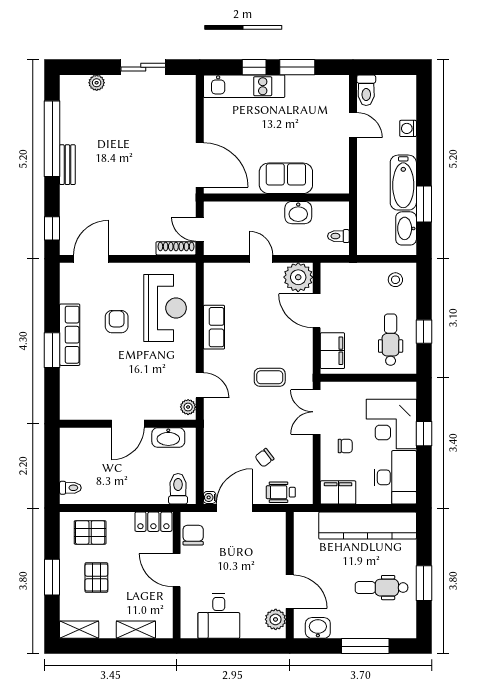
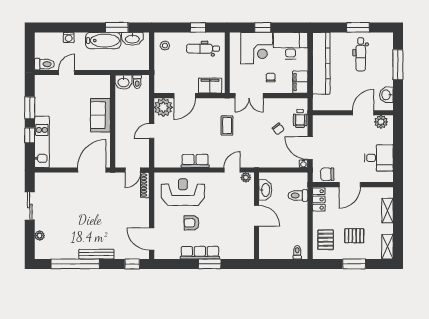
bench: (67, 165) -> (96, 254), width x1.36
washbasin: (298, 213) -> (124, 82), moved, turned 90
toilet: (178, 489) -> (298, 195), moved

